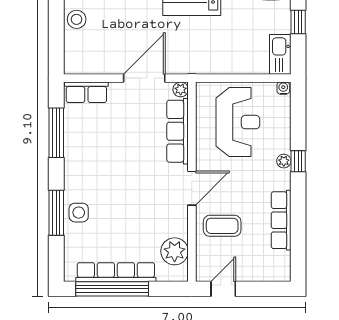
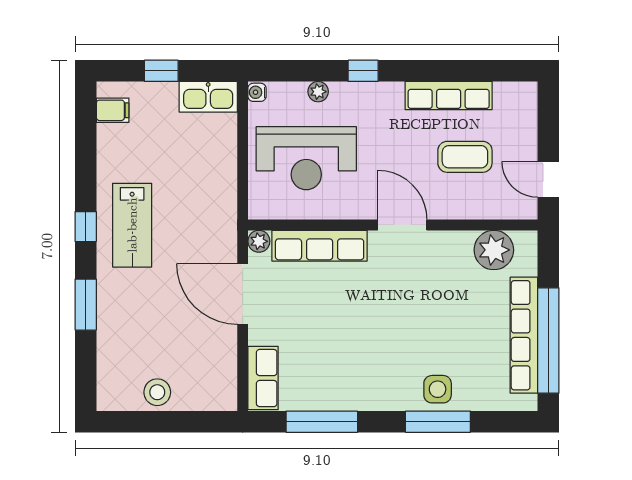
reception desk: (238, 122) -> (306, 158), turned 180
plant: (284, 161) -> (318, 92), moved
coffee table: (222, 226) -> (465, 157), moved, turned 90

